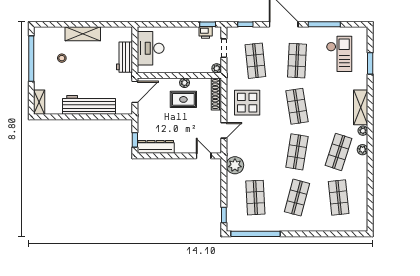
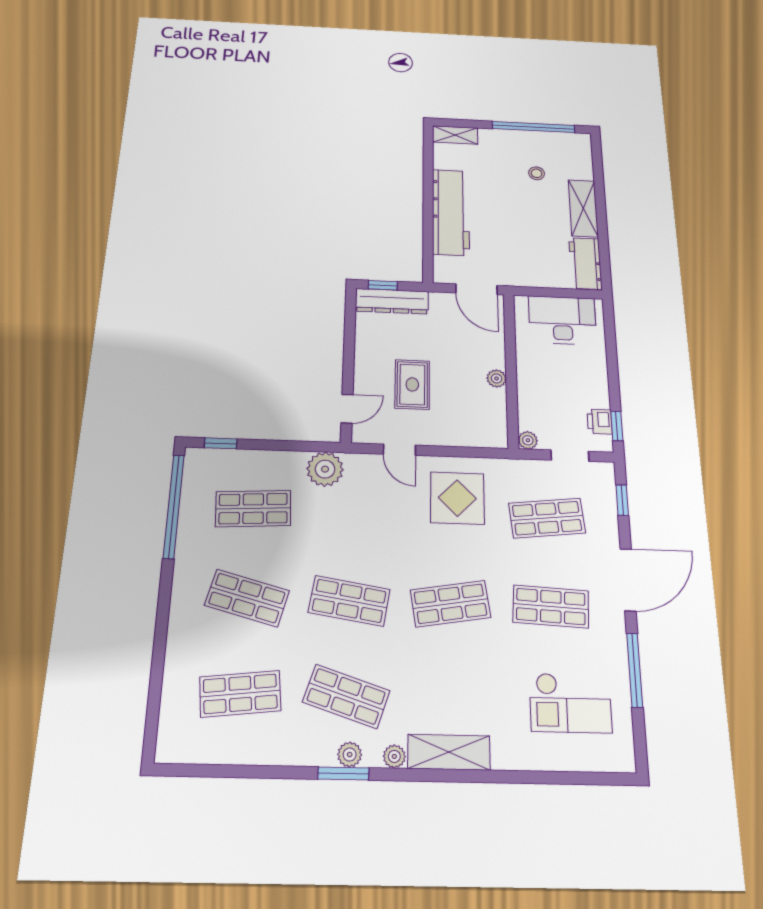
workbench: (125, 57) -> (585, 263), moved, turned -90
window: (370, 63) -> (343, 773), moved
shoe rack: (216, 94) -> (475, 438), removed
rug: (183, 99) -> (412, 384), moved
dresser: (156, 147) -> (392, 301), moved, turned 90

